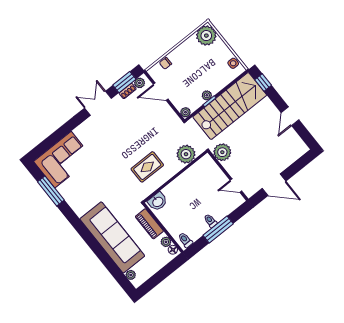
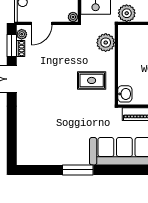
corner sofa: (63, 160) -> (34, 141), removed
rug: (147, 167) -> (92, 80), turned 90
window: (51, 191) -> (78, 170), moved

